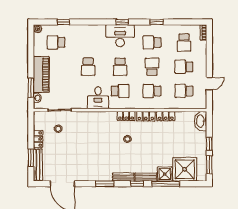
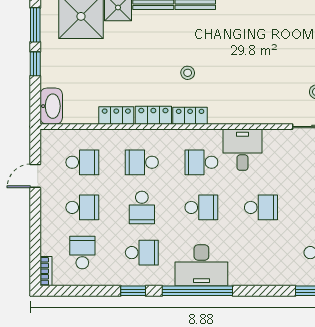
window: (122, 22) -> (197, 291), width x3.17
school desk: (88, 67) -> (261, 207), turned 90
school desk: (120, 67) -> (201, 207), turned 90
school desk: (152, 91) -> (142, 162), turned 180

